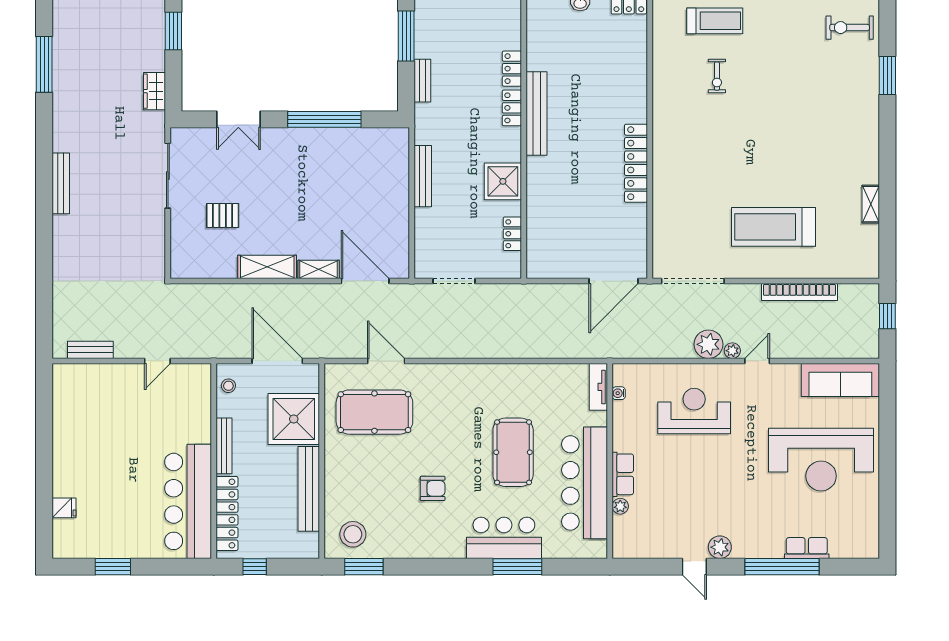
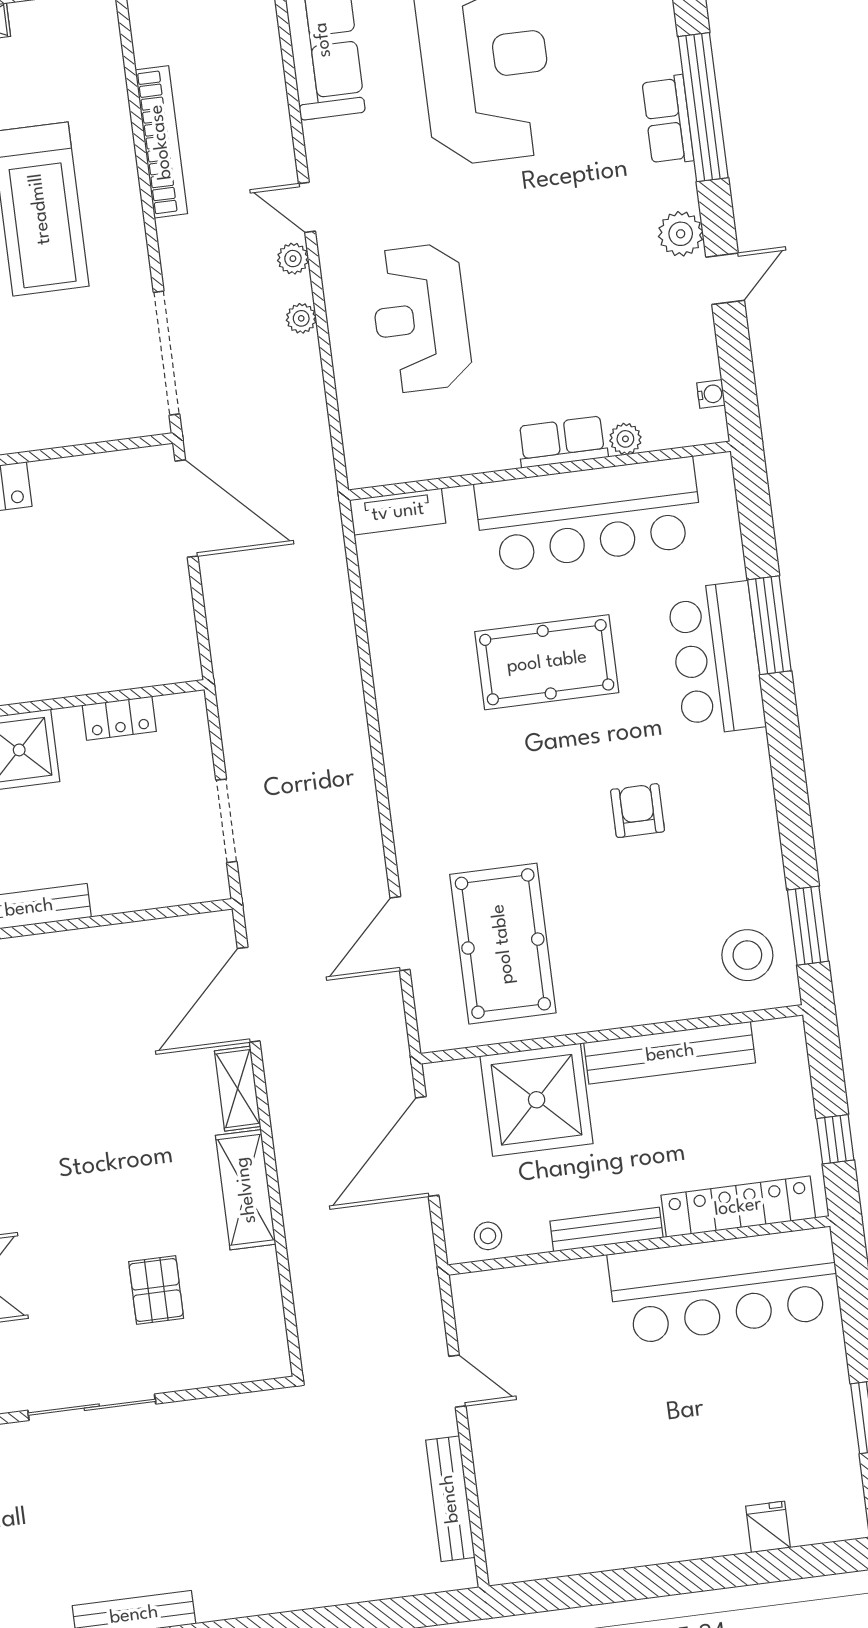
plant: (708, 344) -> (301, 318), width x0.53, depth x0.53
bench: (90, 350) -> (450, 1499), width x1.36
water cooler: (619, 393) -> (711, 394), moved, turned -90
row of seats: (807, 548) -> (668, 120), moved

